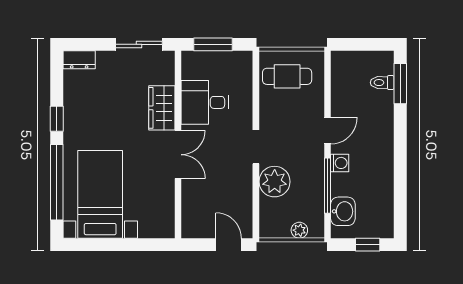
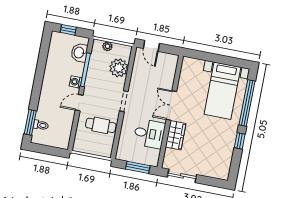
dresser: (79, 60) -> (220, 174), removed
cafe table: (287, 76) -> (101, 125), moved
plant: (275, 182) -> (119, 68), moved

